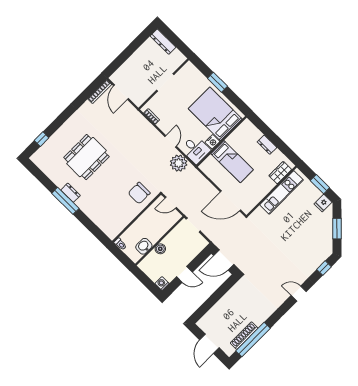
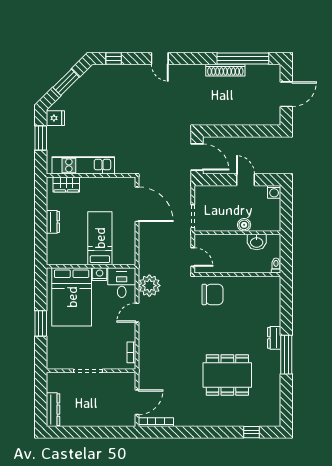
dresser: (71, 193) -> (274, 338), moved
shoe rack: (244, 336) -> (225, 70), moved

